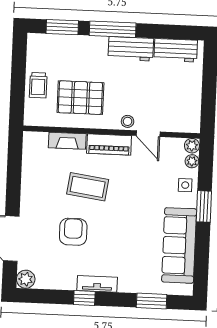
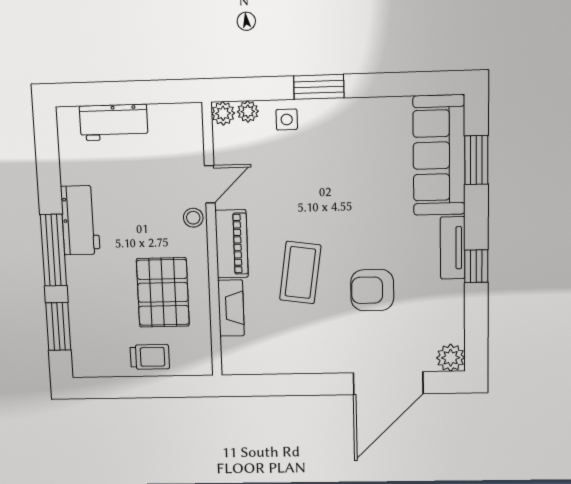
workbench: (176, 50) -> (114, 122), moved, turned 90
sofa: (179, 245) -> (439, 155), moved, turned 90

